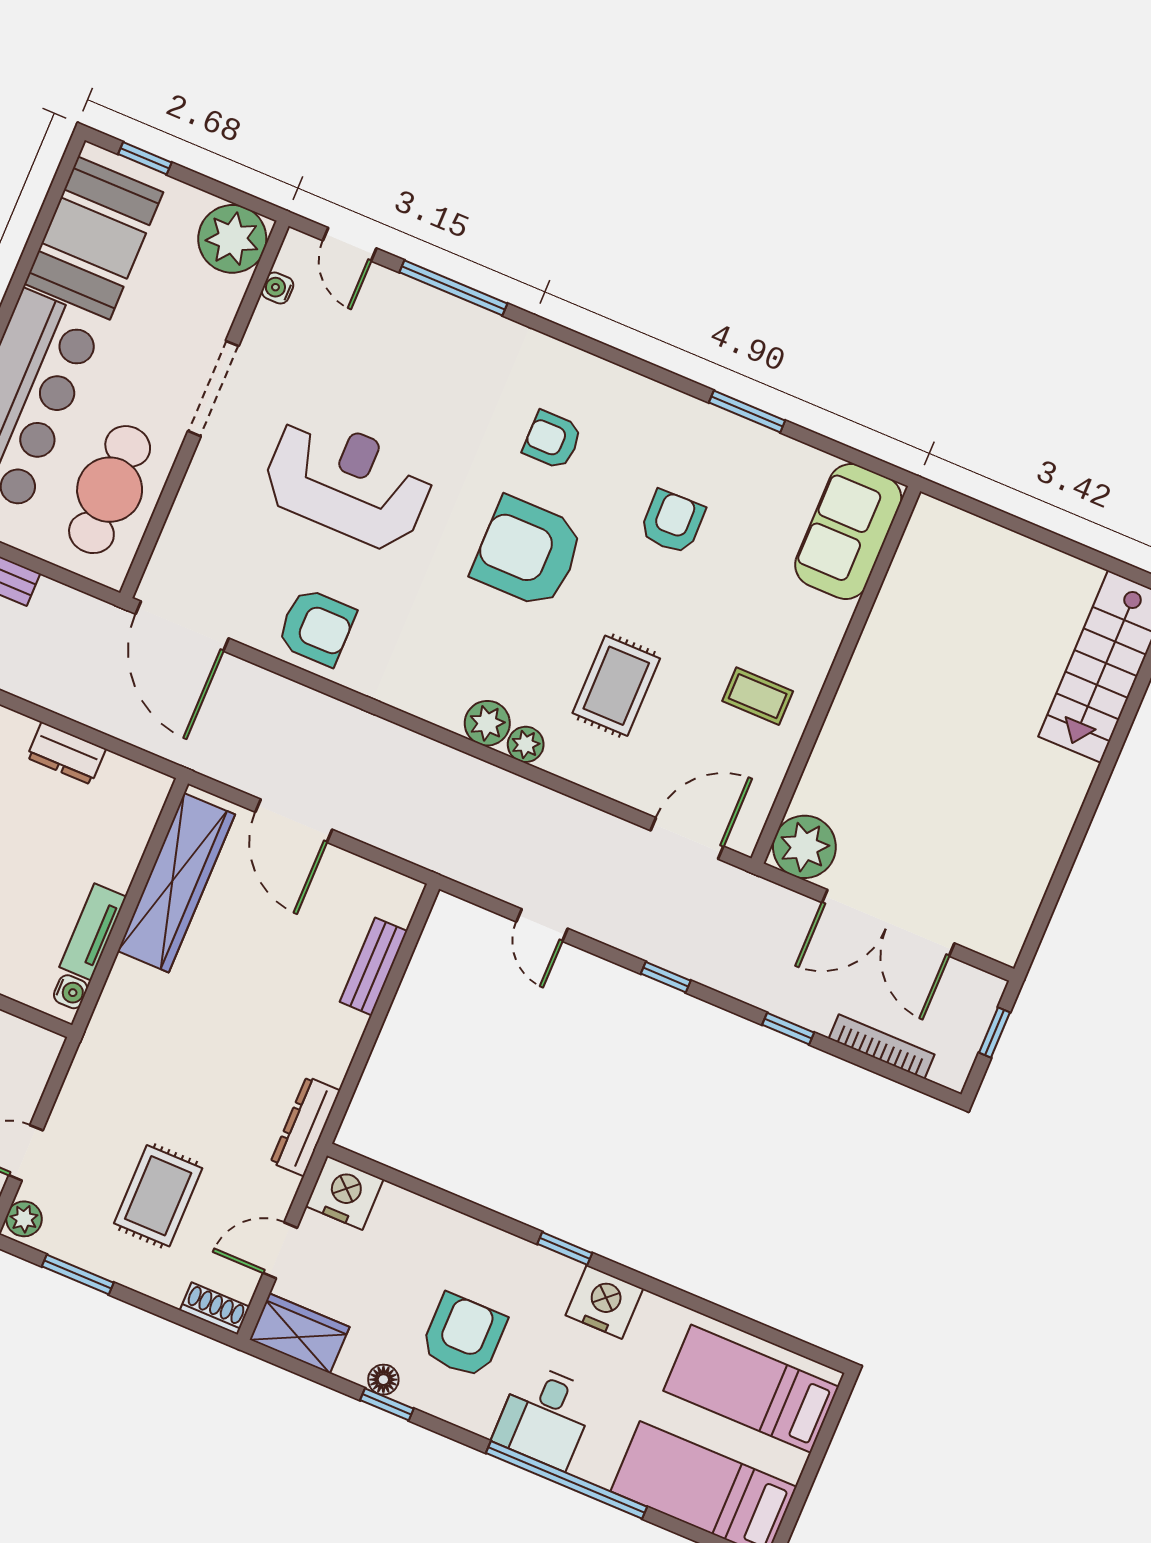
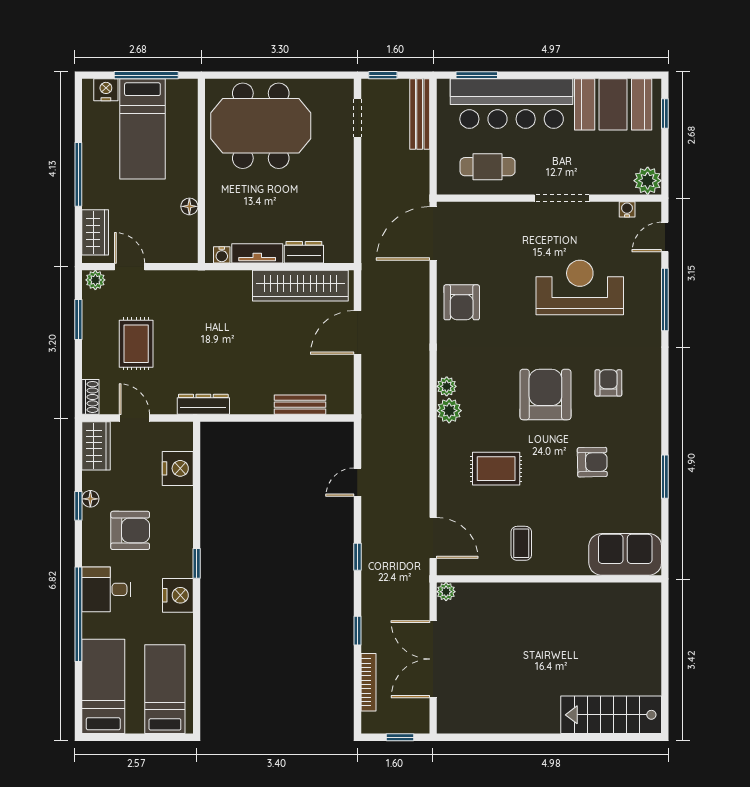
plant: (232, 239) -> (648, 181), width x0.73, depth x0.73
reception desk: (348, 482) -> (580, 288), moved, turned -90
cafe table: (110, 490) -> (488, 167), width x0.73, depth x0.74
plant: (526, 744) -> (447, 386), moved
dresser: (66, 753) -> (304, 252), moved, turned 90
plant: (804, 847) -> (446, 592), width x0.53, depth x0.53
nightstand: (345, 1193) -> (178, 468), moved
rug: (158, 1196) -> (136, 344), turned 90

